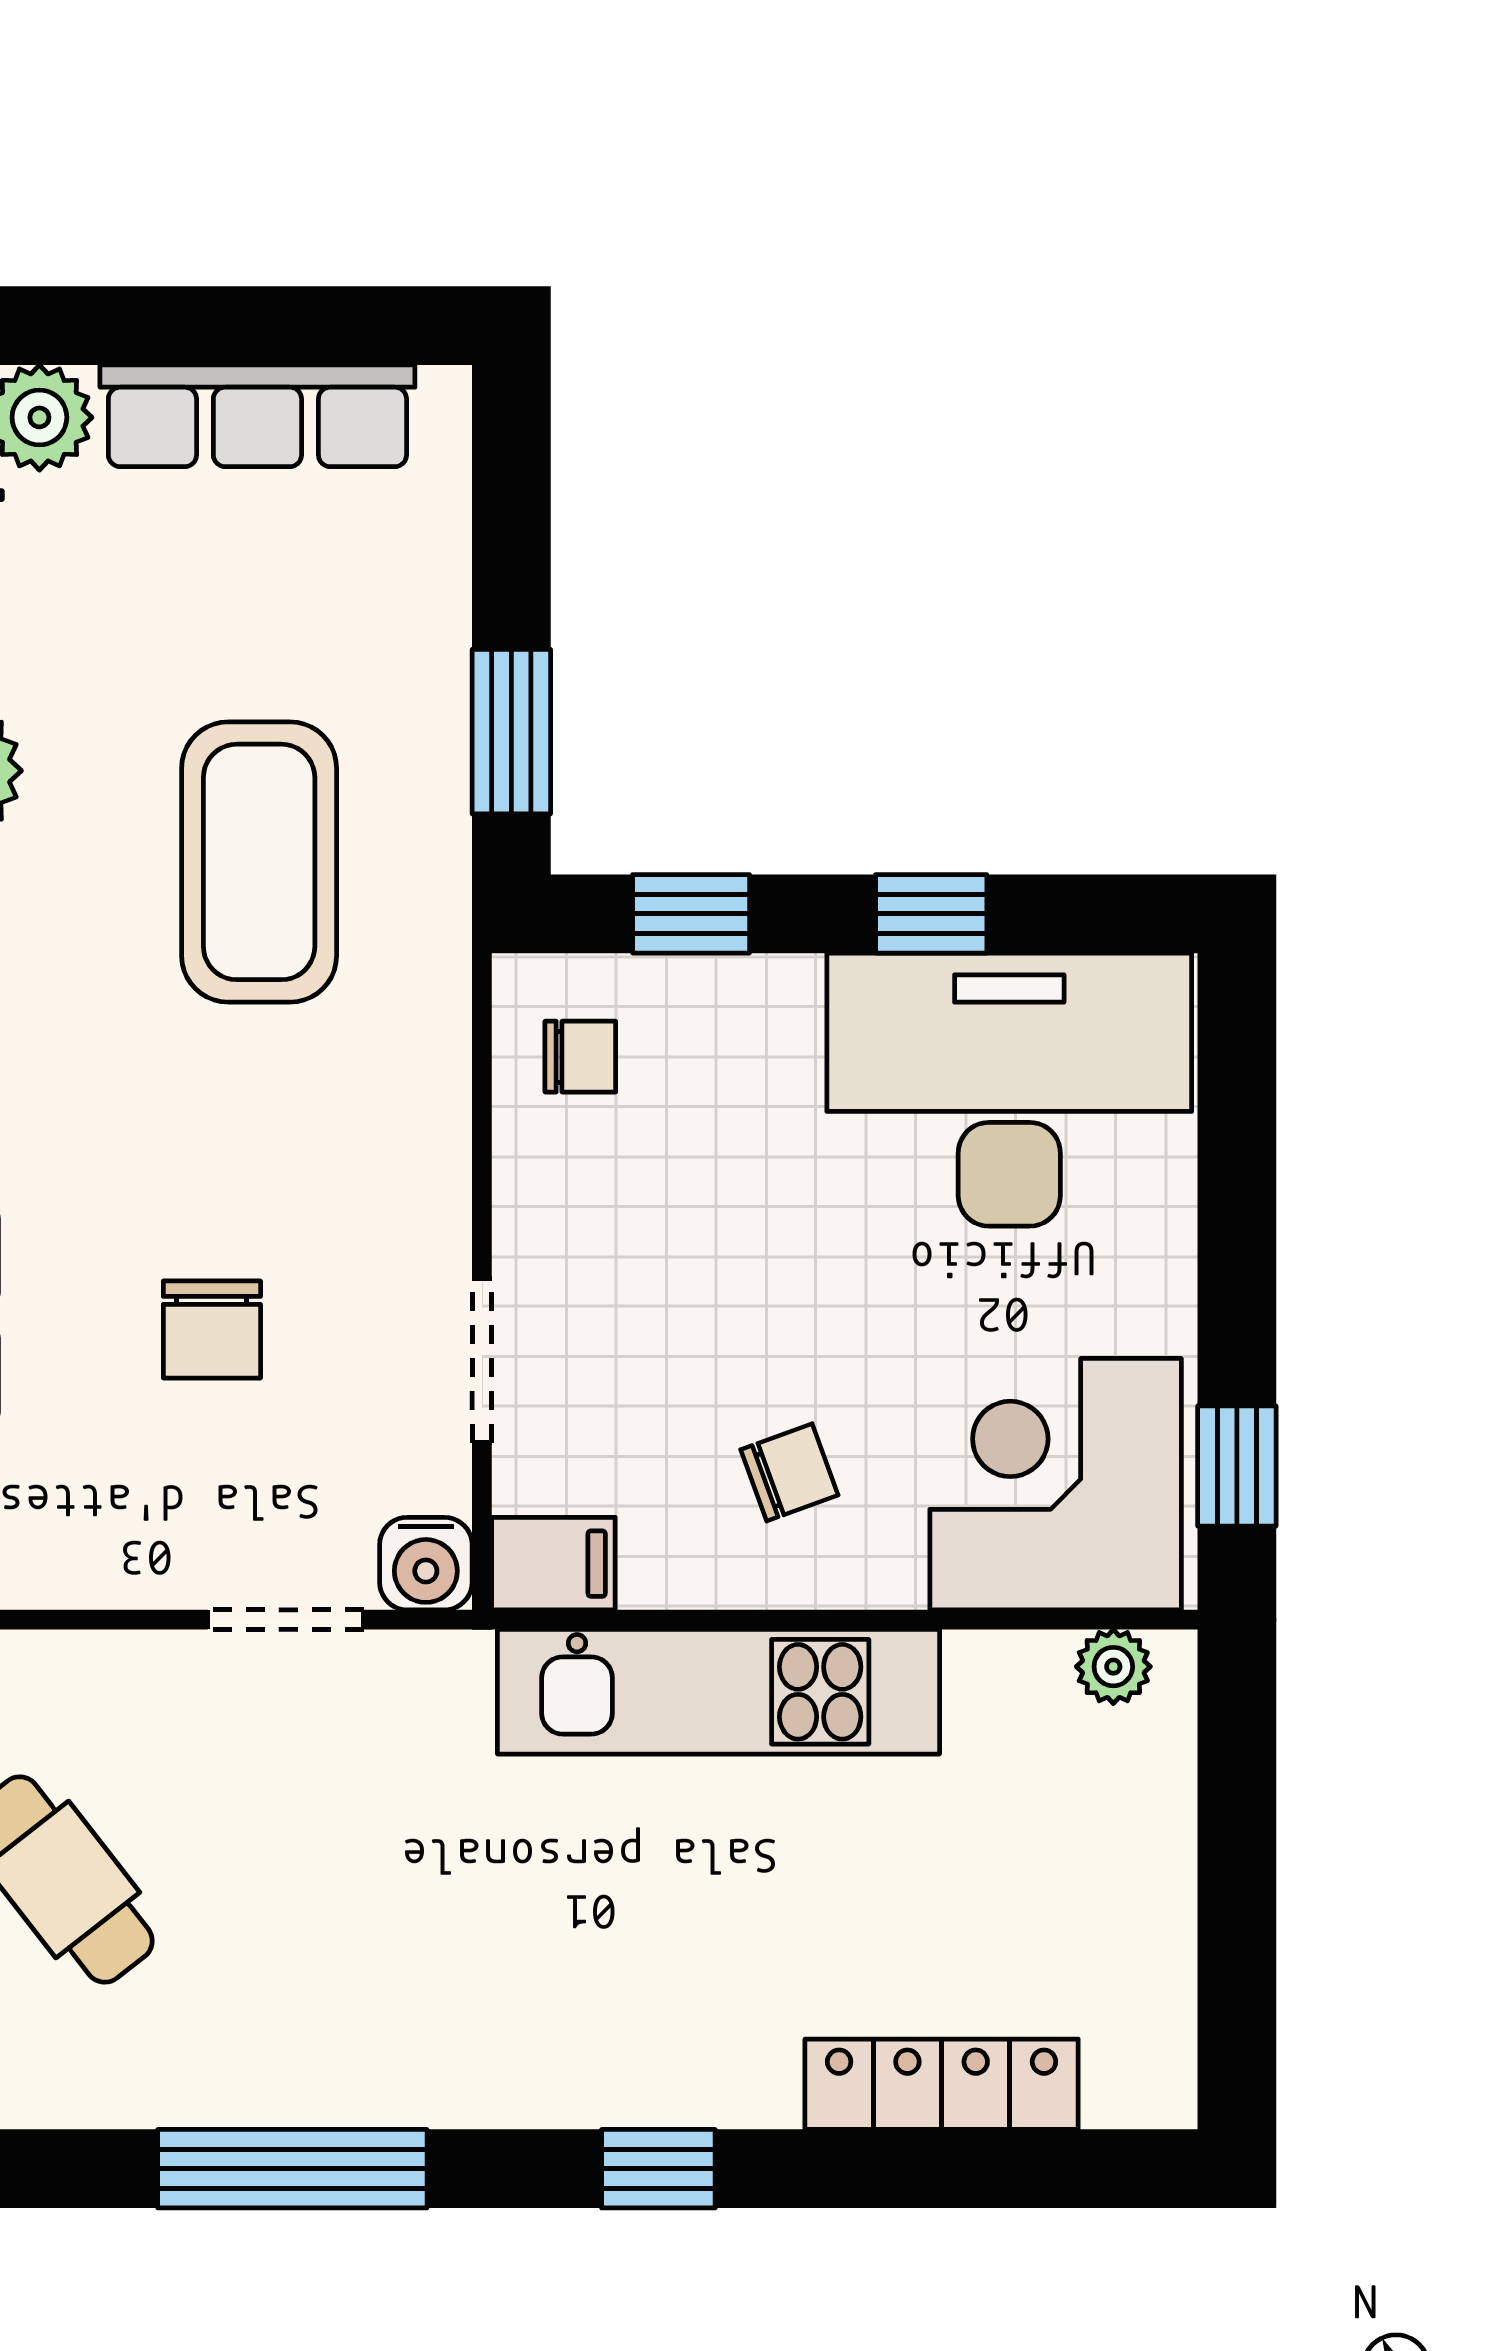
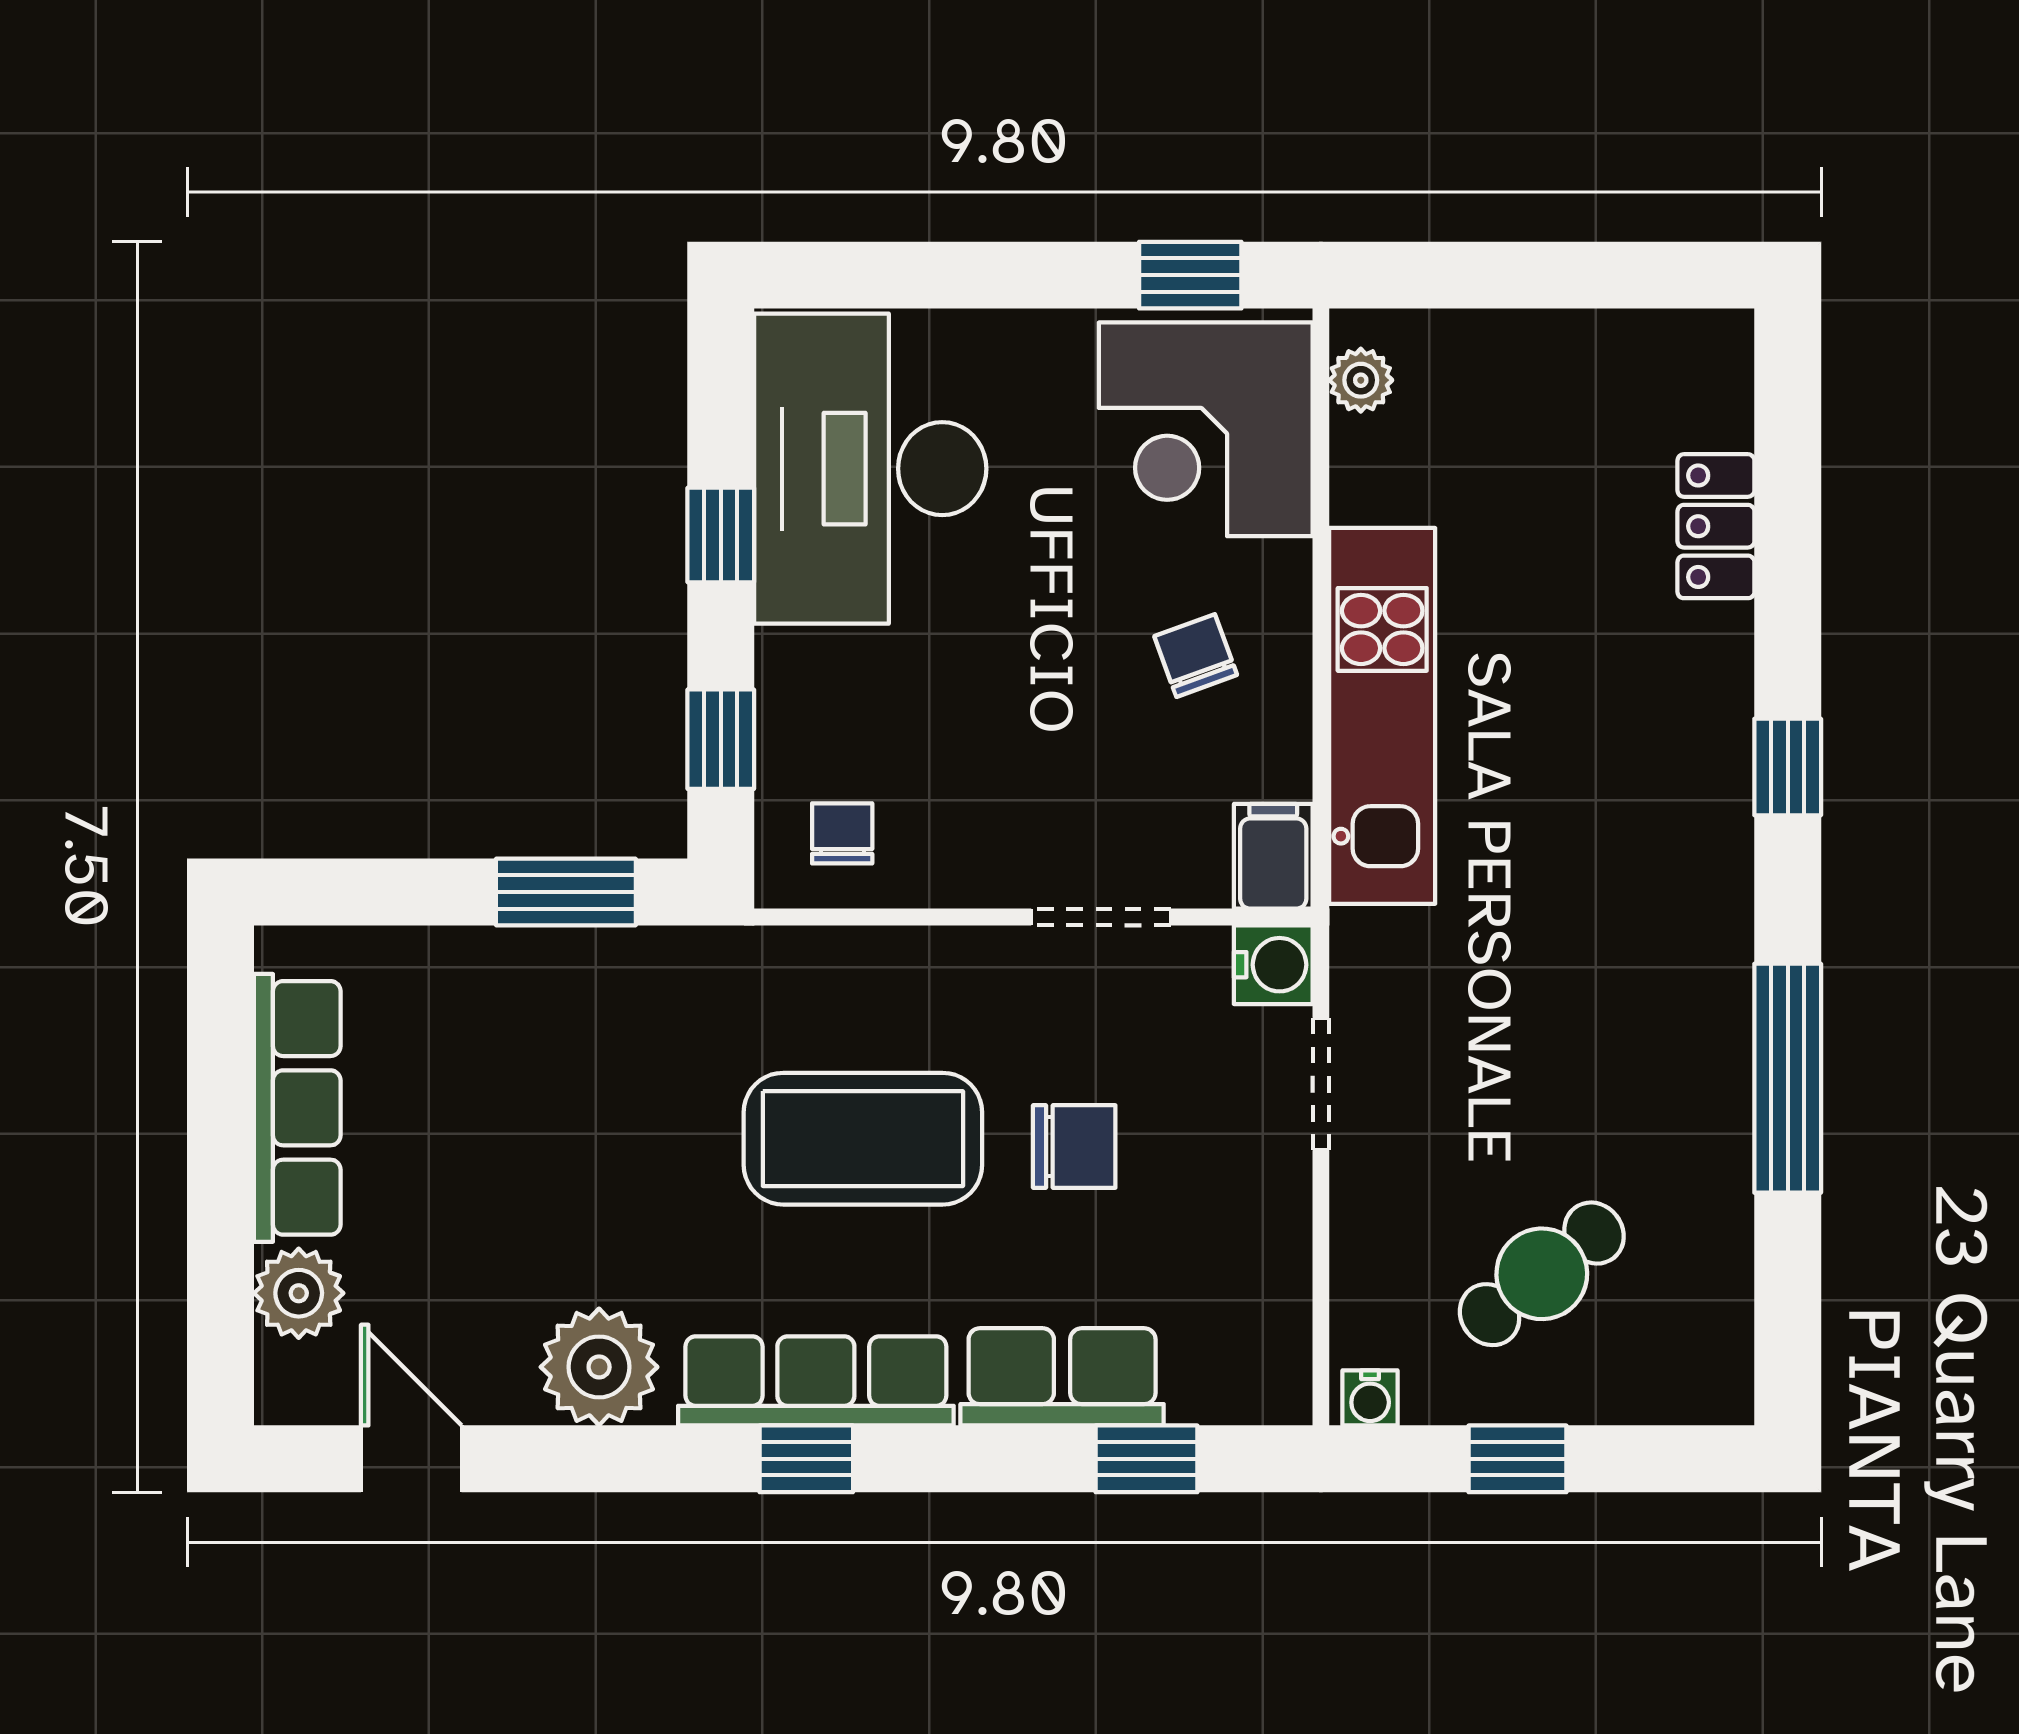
coffee table: (259, 862) -> (863, 1139), moved
locker: (942, 2084) -> (1716, 526), width x0.66

